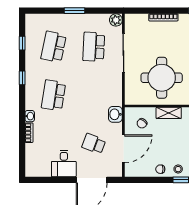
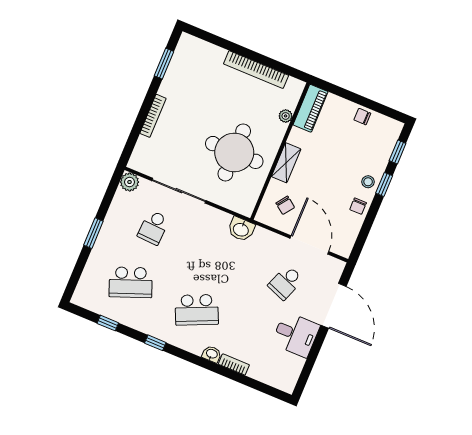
school desk: (54, 47) -> (131, 282), turned -33
school desk: (94, 47) -> (153, 227), width x0.54
school desk: (54, 95) -> (197, 310), turned -33
washbasin: (115, 114) -> (241, 229), moved

